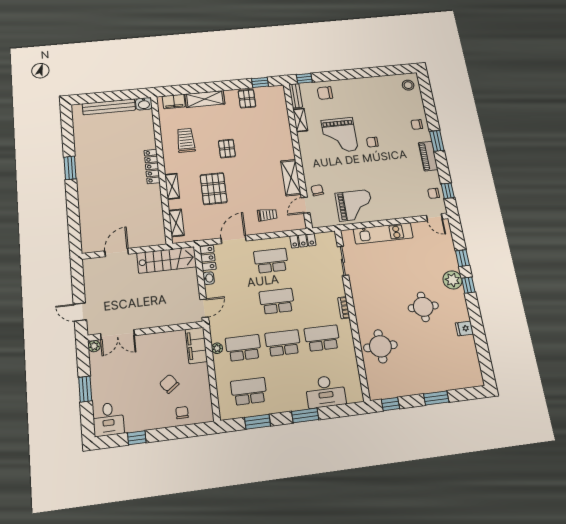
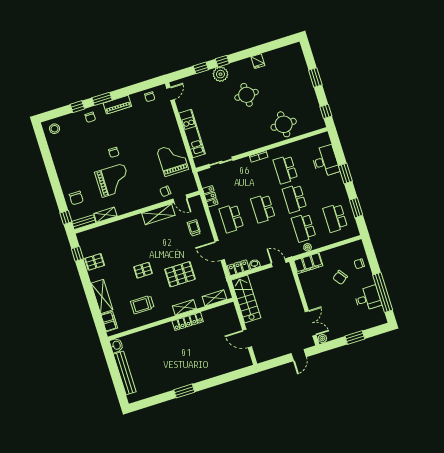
locker: (152, 166) -> (188, 321), moved
window: (448, 191) -> (77, 107), moved
desk: (108, 419) -> (368, 298), moved
window: (137, 438) -> (383, 293), width x3.17

